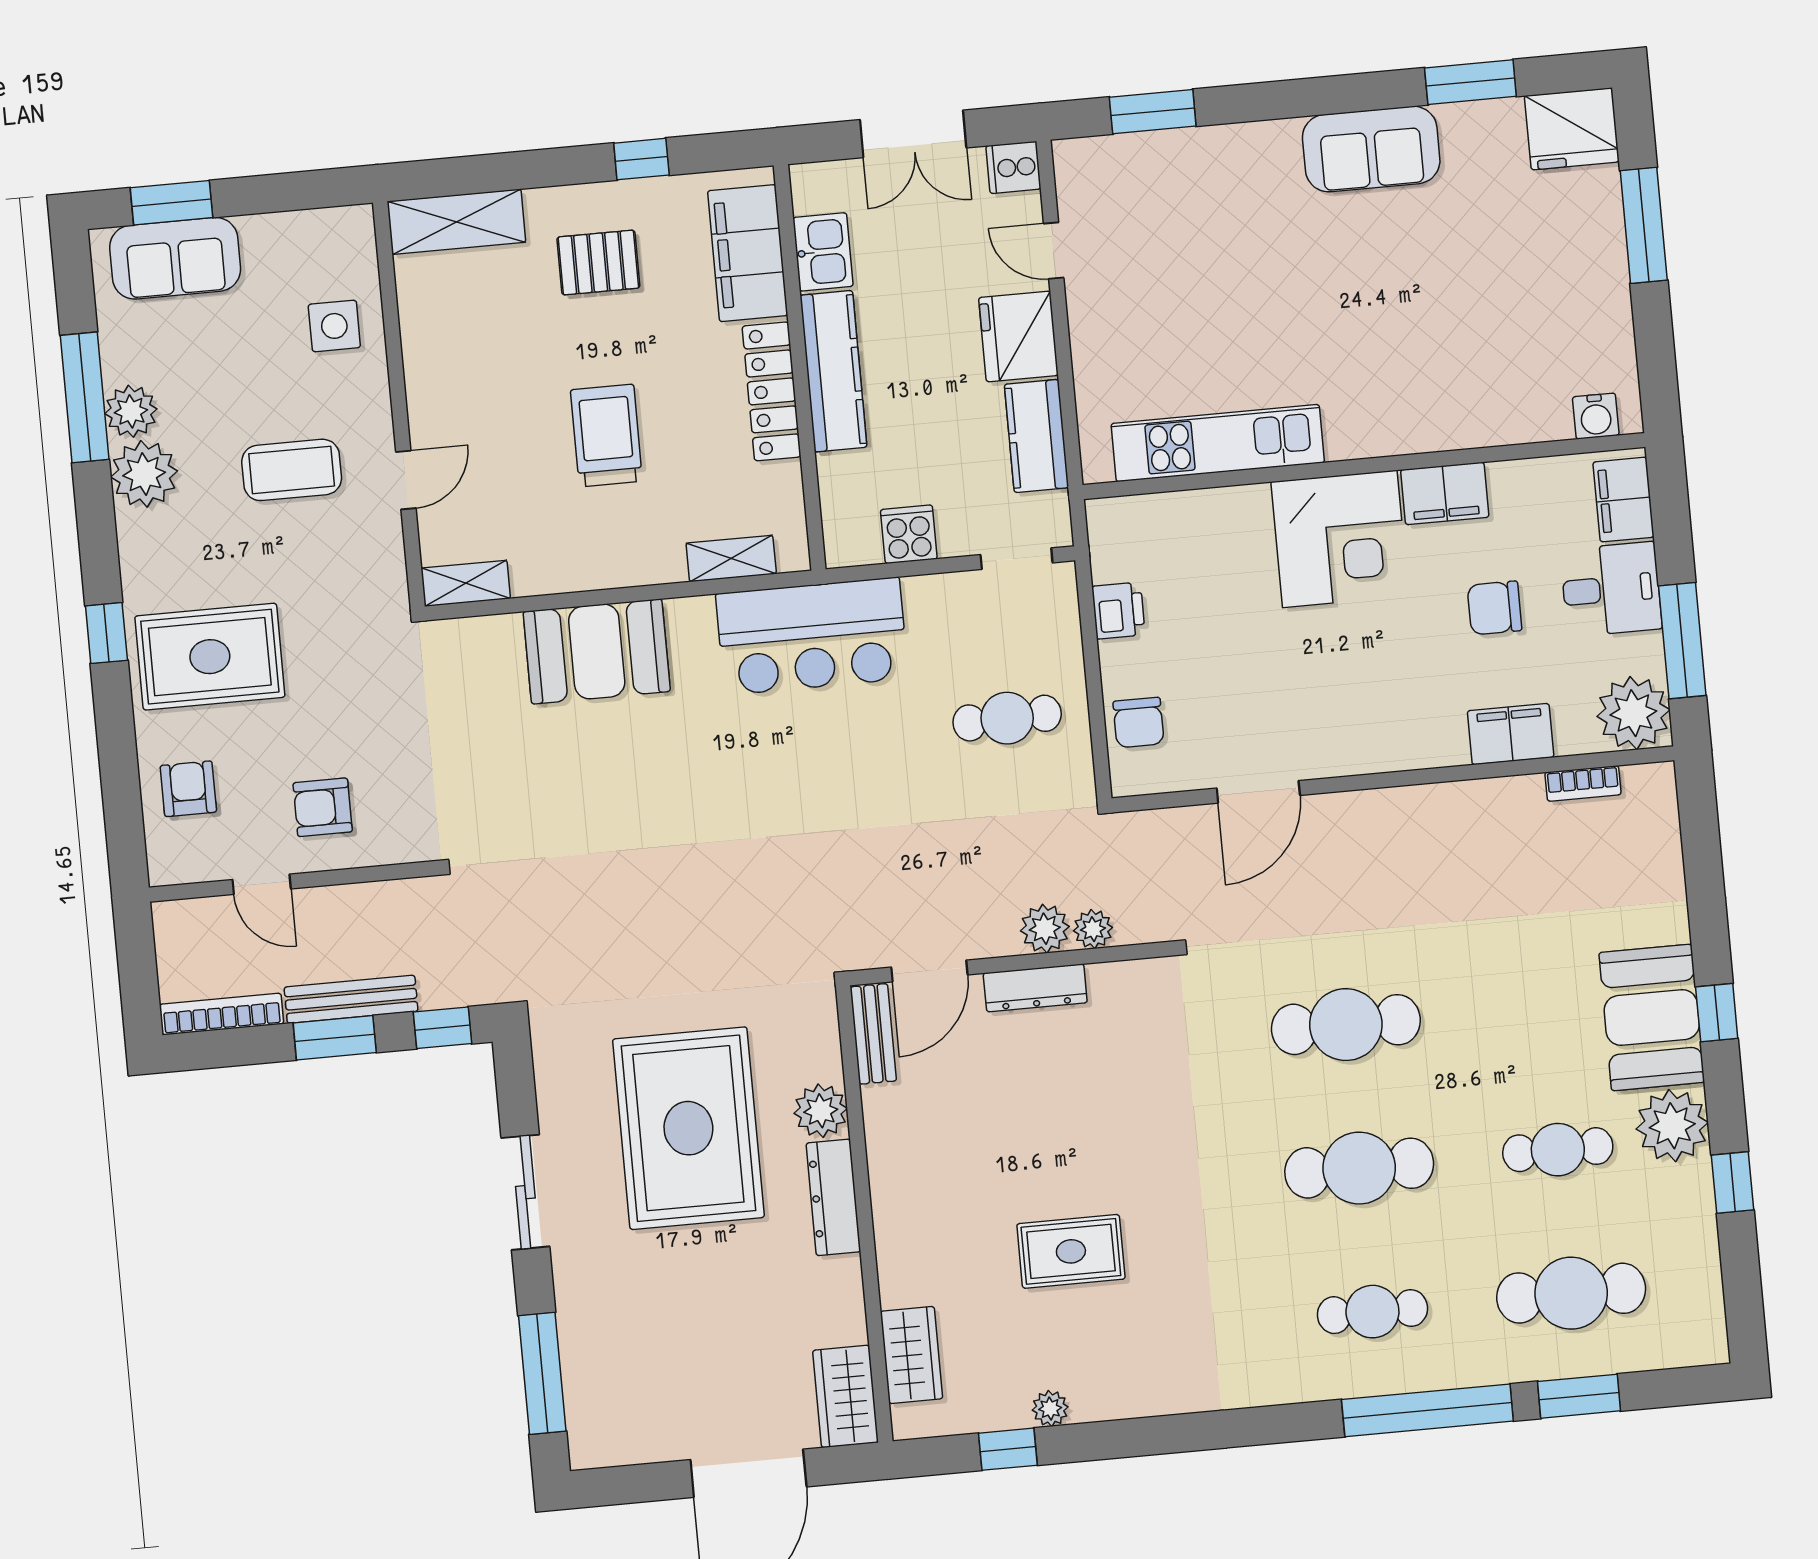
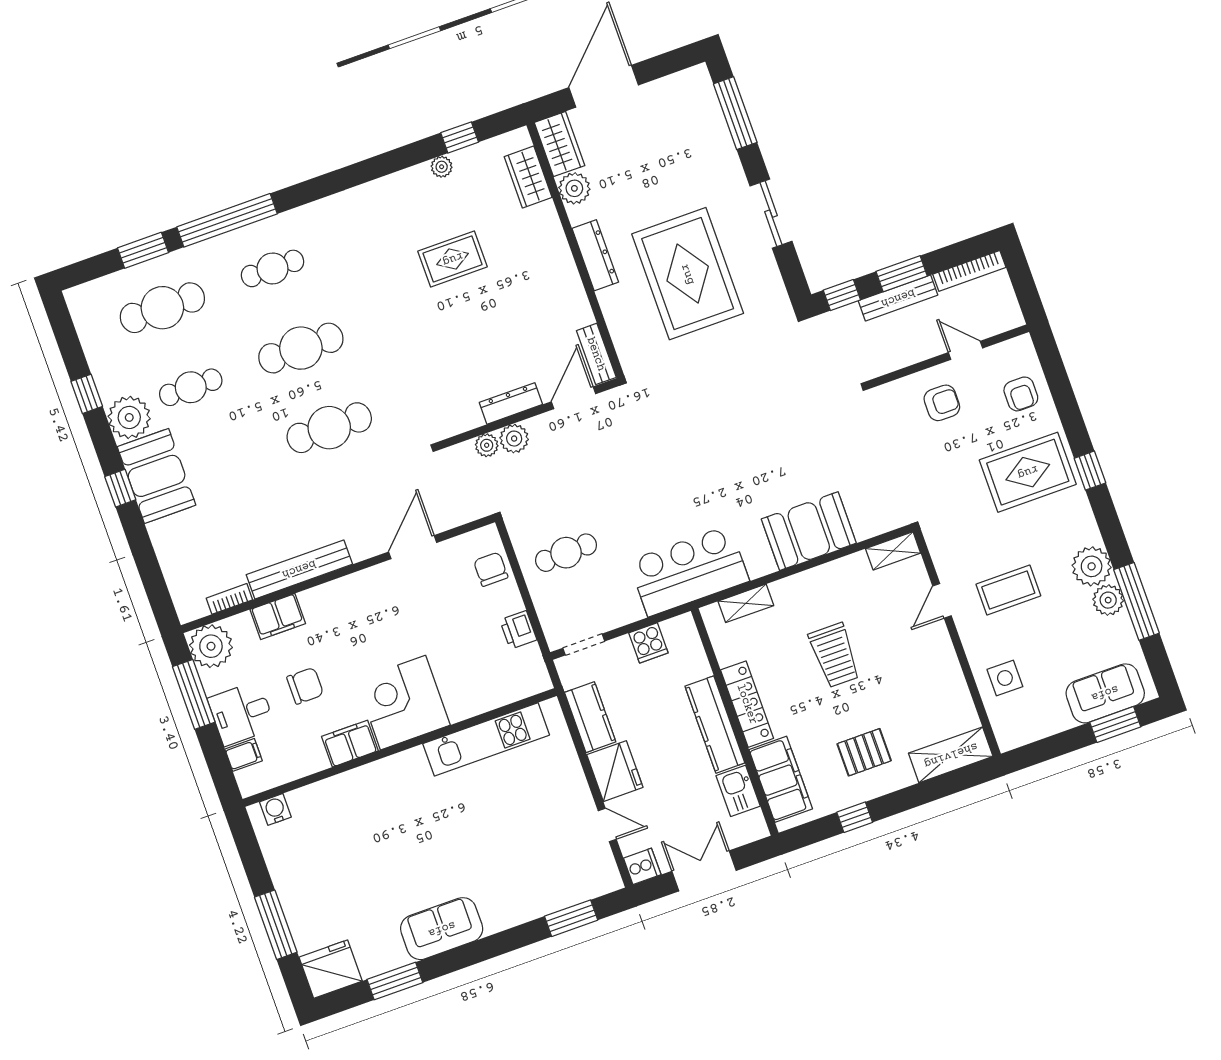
filing cabinet: (1623, 500) -> (244, 755), width x0.50
bench: (1455, 803) -> (299, 569), added
plant: (821, 1111) -> (574, 188), moved

